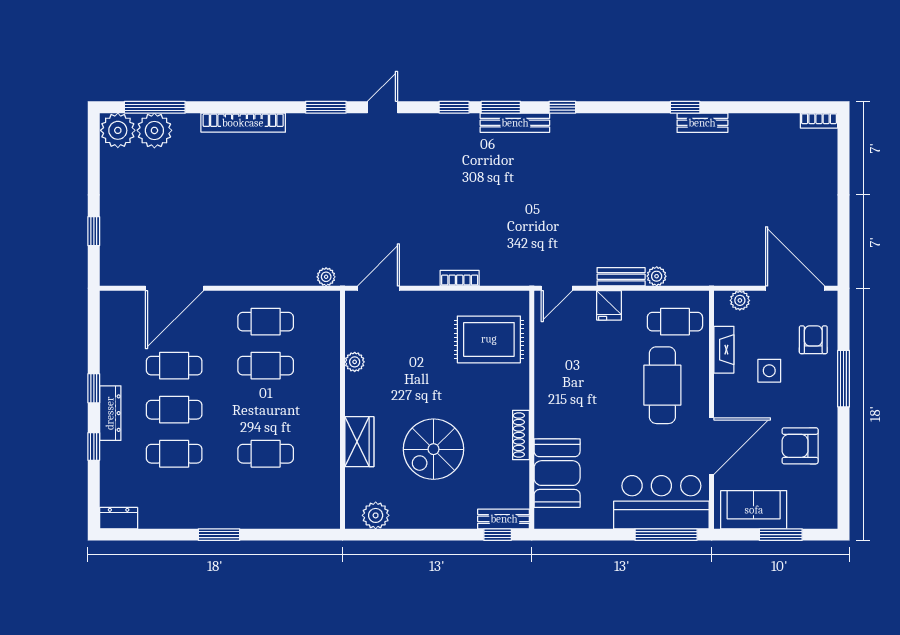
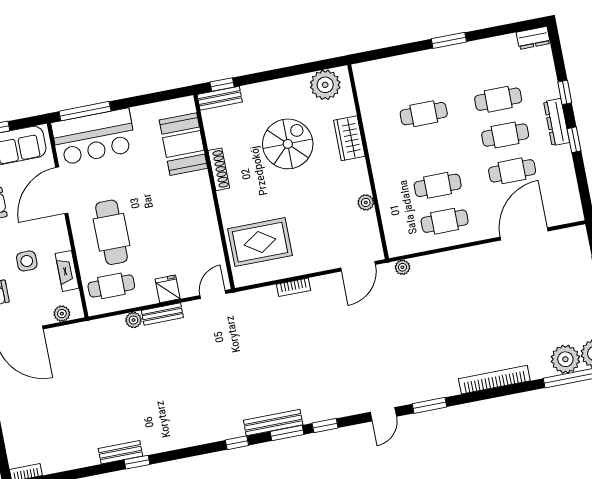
plant: (376, 515) -> (325, 85), width x1.36, depth x1.36

